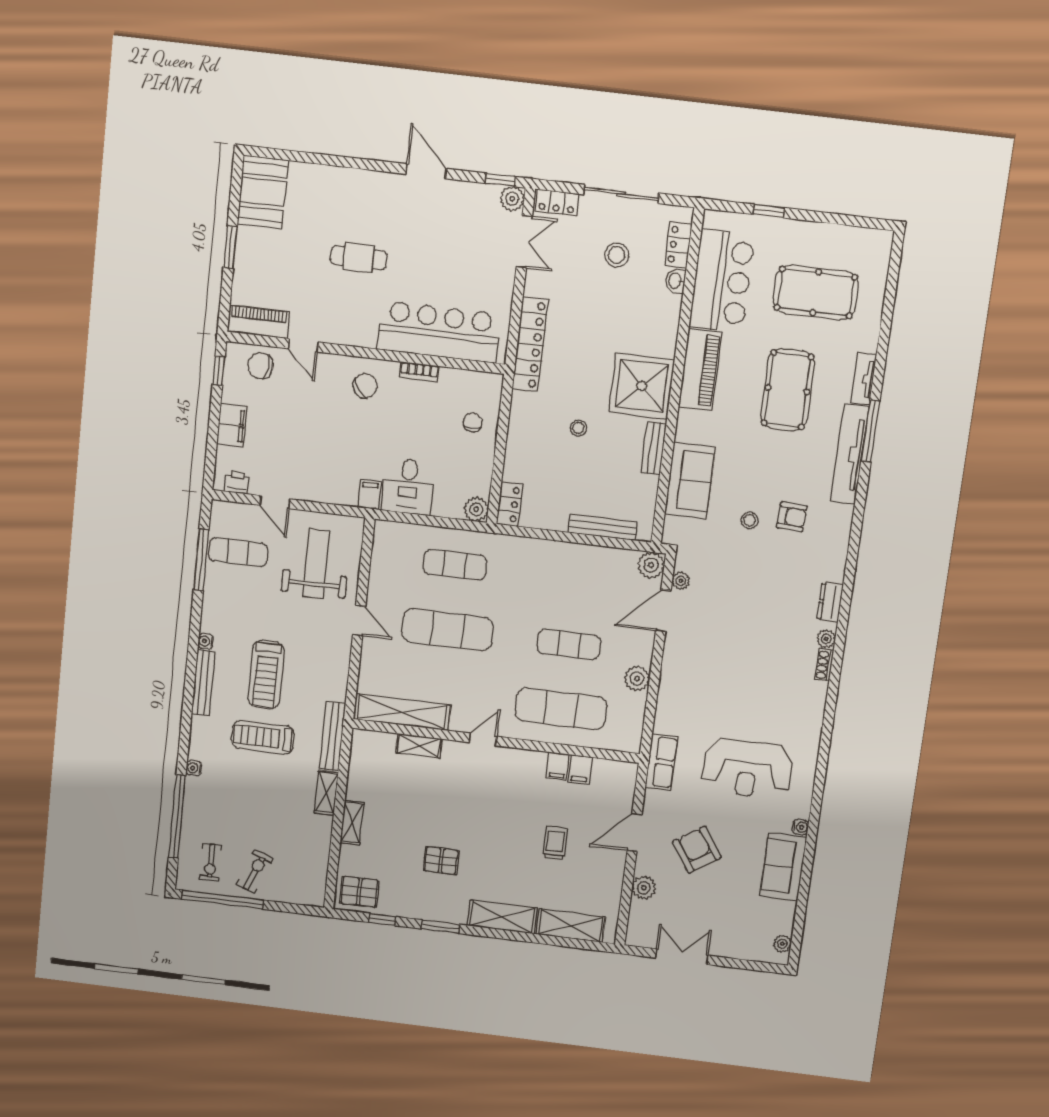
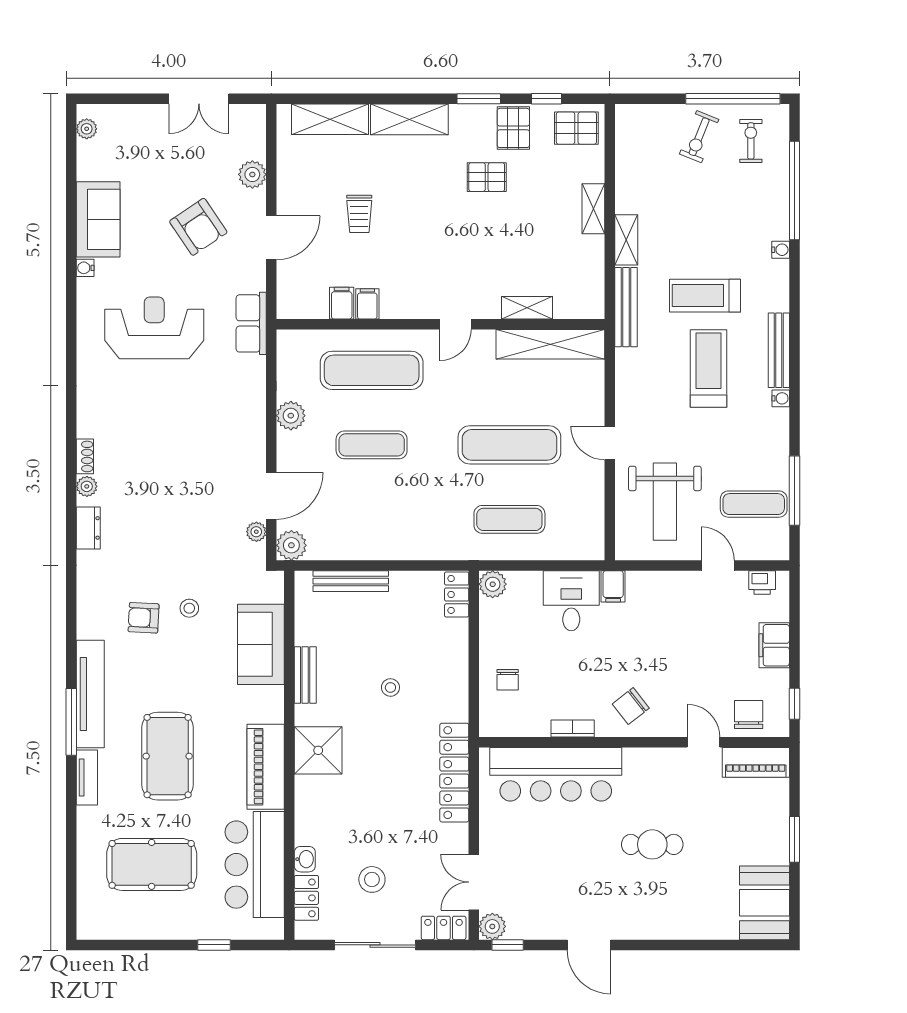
chair: (260, 366) -> (749, 714), turned -98
shower: (642, 386) -> (318, 750), width x0.73, depth x0.73
treadmill: (263, 737) -> (705, 296), turned 180
pallet: (414, 899) -> (513, 128), added

